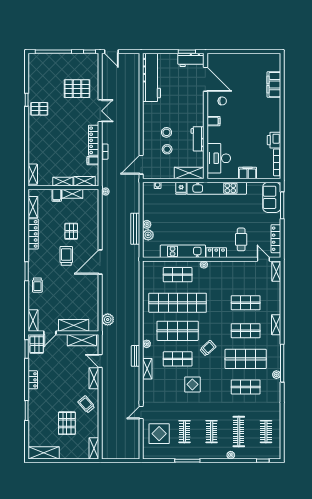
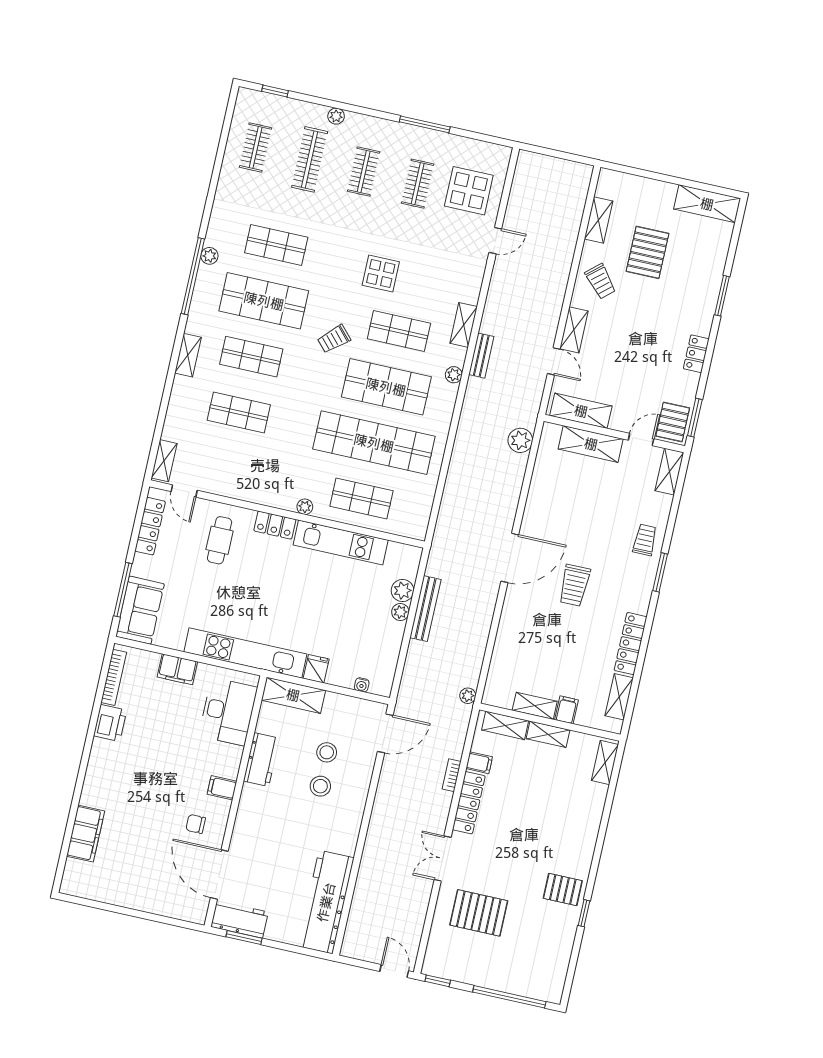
pallet: (71, 231) -> (554, 632), removed
shelving: (94, 448) -> (599, 220), moved

